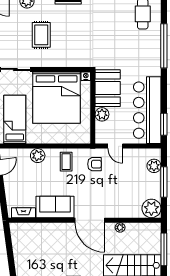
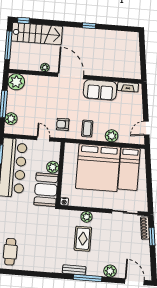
rug: (41, 35) -> (83, 239), moved
plant: (59, 61) -> (87, 217), added
bed: (57, 98) -> (98, 168), moved, turned 180

